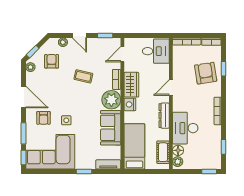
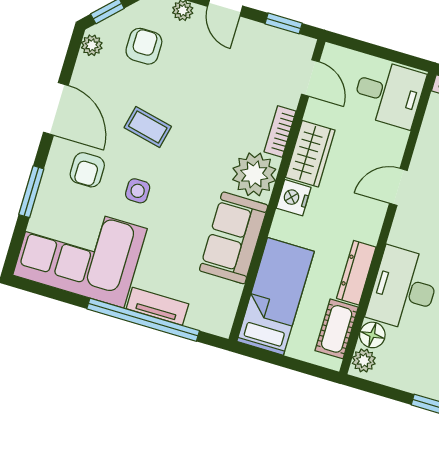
door: (122, 54) -> (310, 78), swing flipped
coffee table: (83, 76) -> (148, 127), moved
dresser: (164, 116) -> (356, 273), moved
window: (24, 157) -> (15, 247), removed
tv unit: (108, 164) -> (157, 306), moved
window: (84, 172) -> (143, 320), width x3.17

